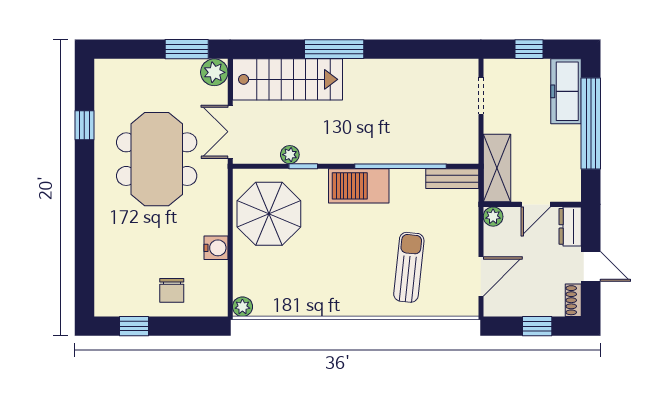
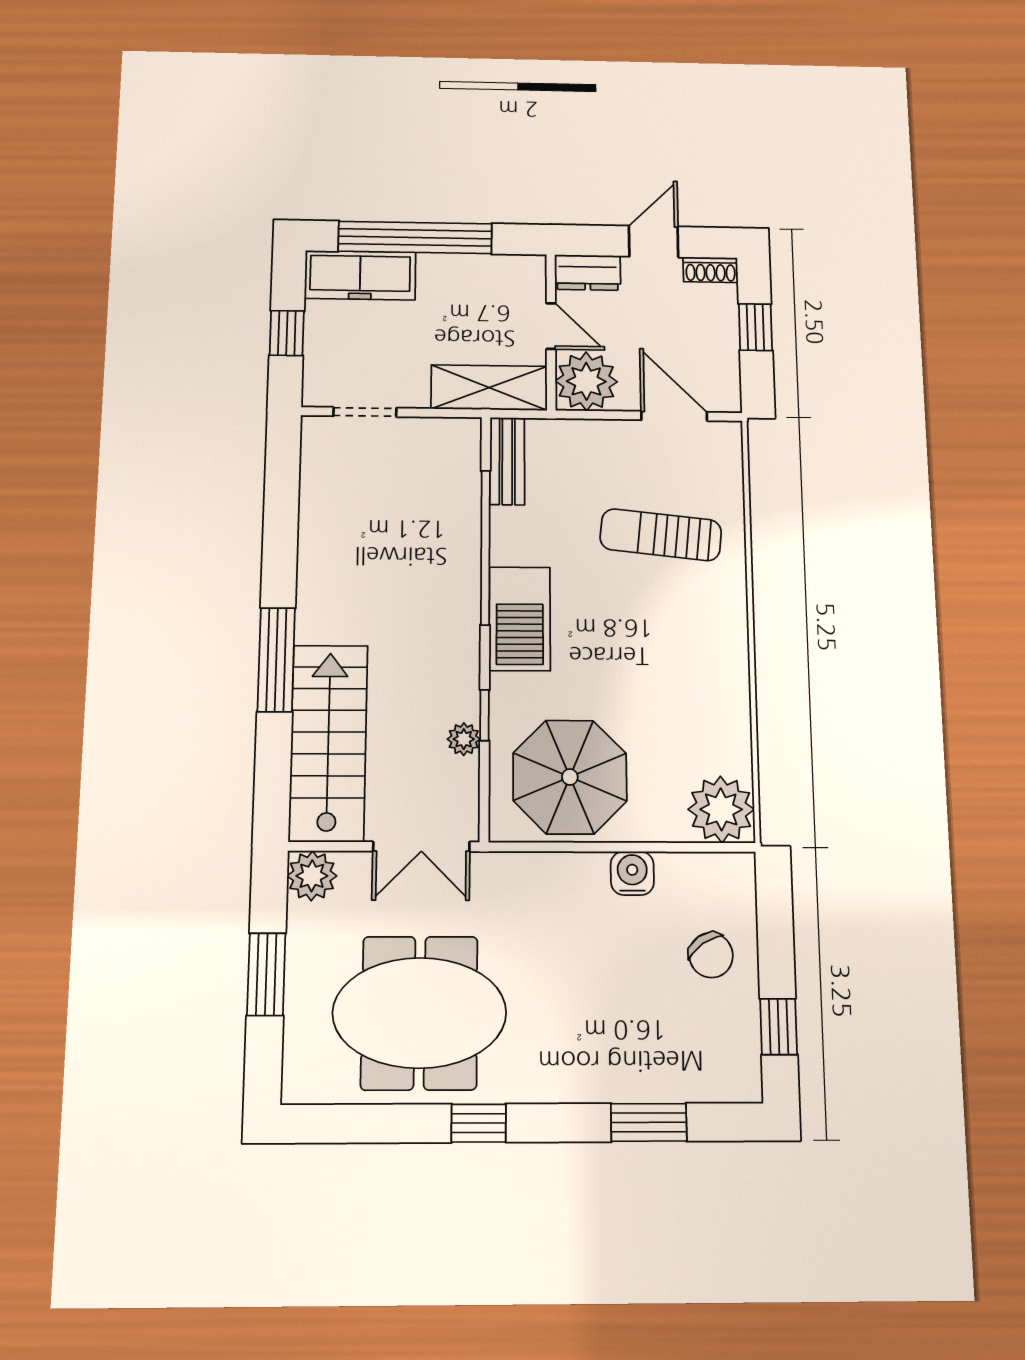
window: (187, 49) -> (266, 974), moved
window: (84, 125) -> (479, 1123), moved
meeting table: (157, 159) -> (420, 1013), moved
plant: (493, 217) -> (586, 381), width x1.87, depth x1.87
window: (84, 255) -> (649, 1122), added
chair: (172, 290) -> (711, 955), turned 56
plant: (242, 307) -> (721, 809), width x1.88, depth x1.88

